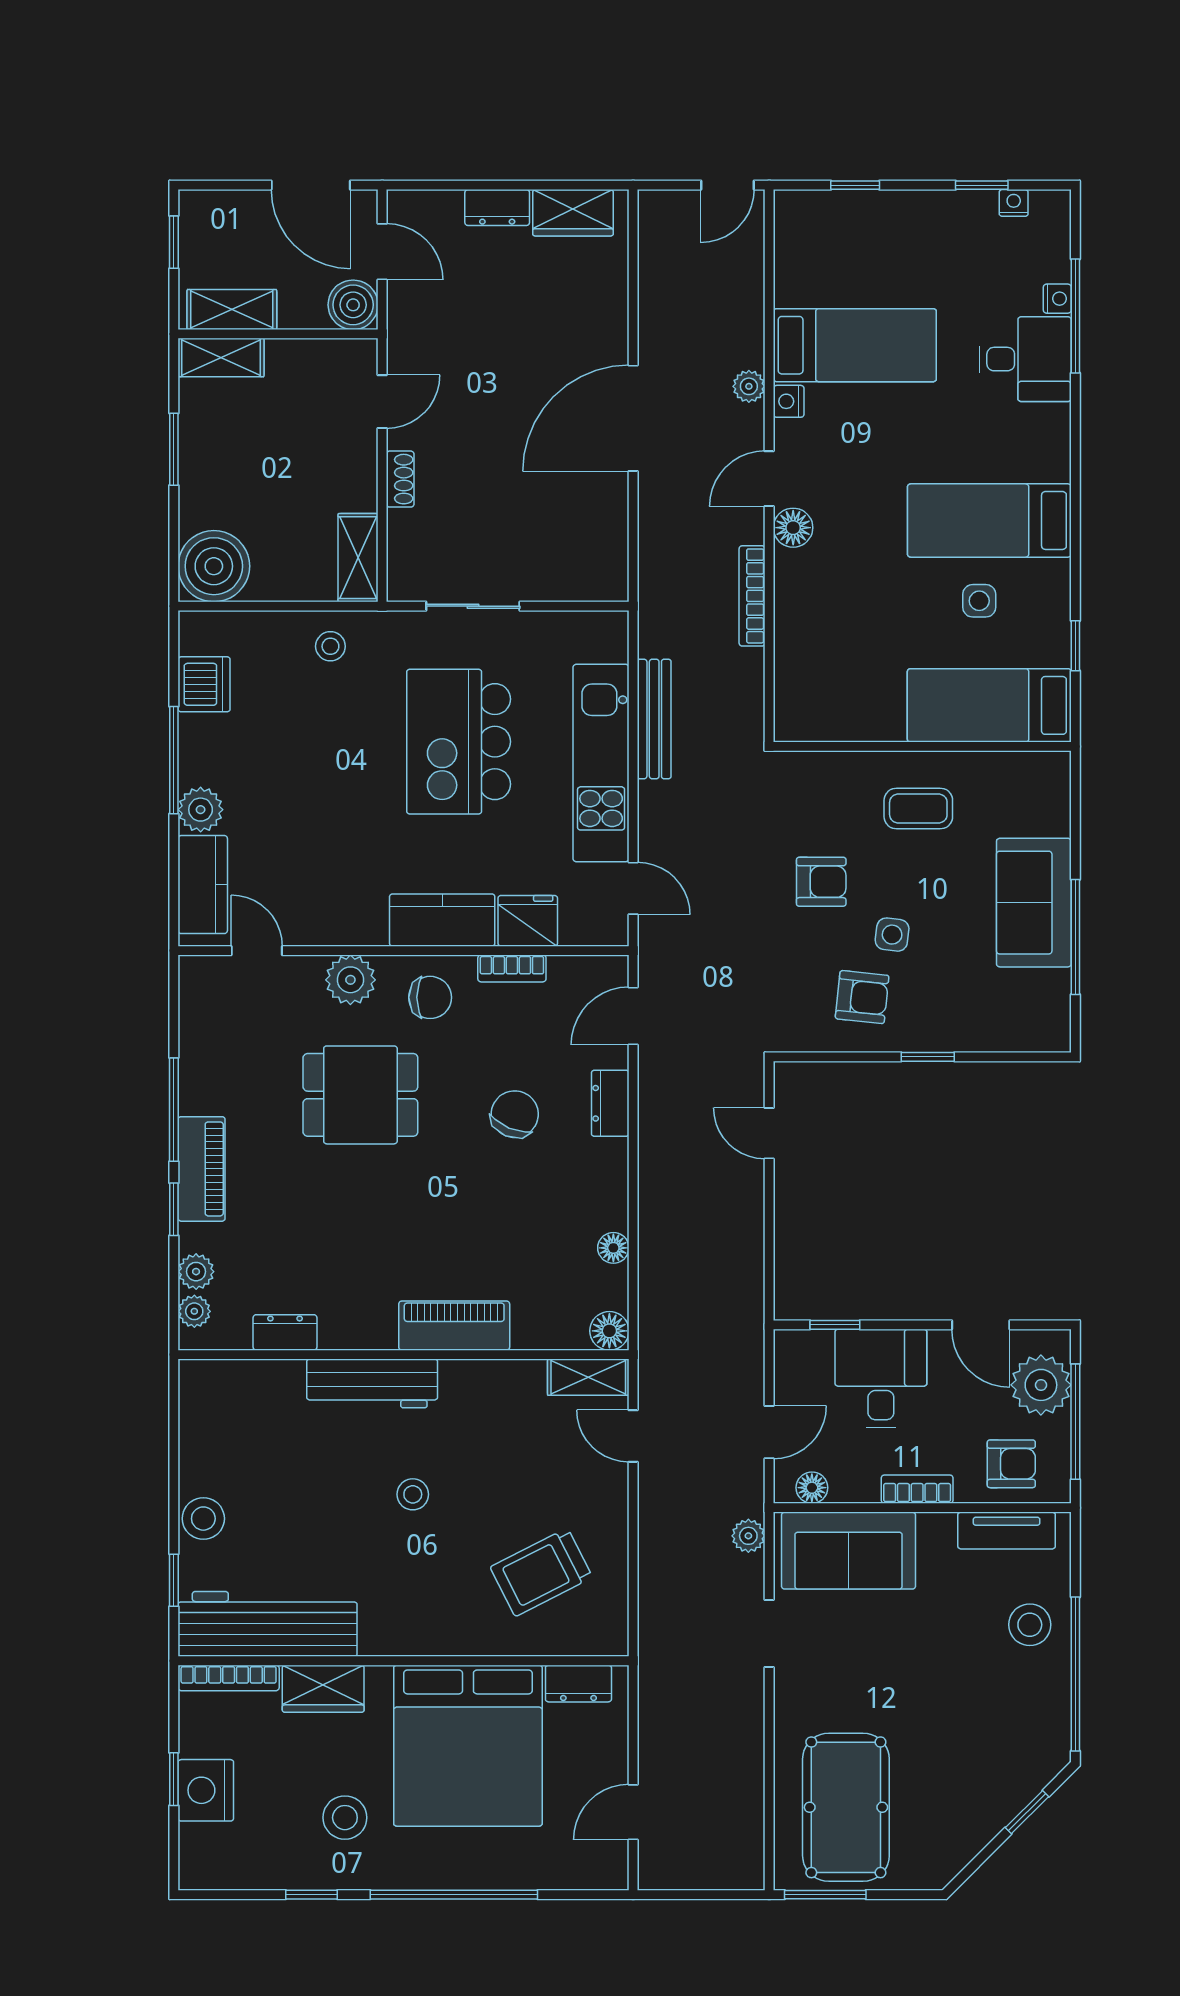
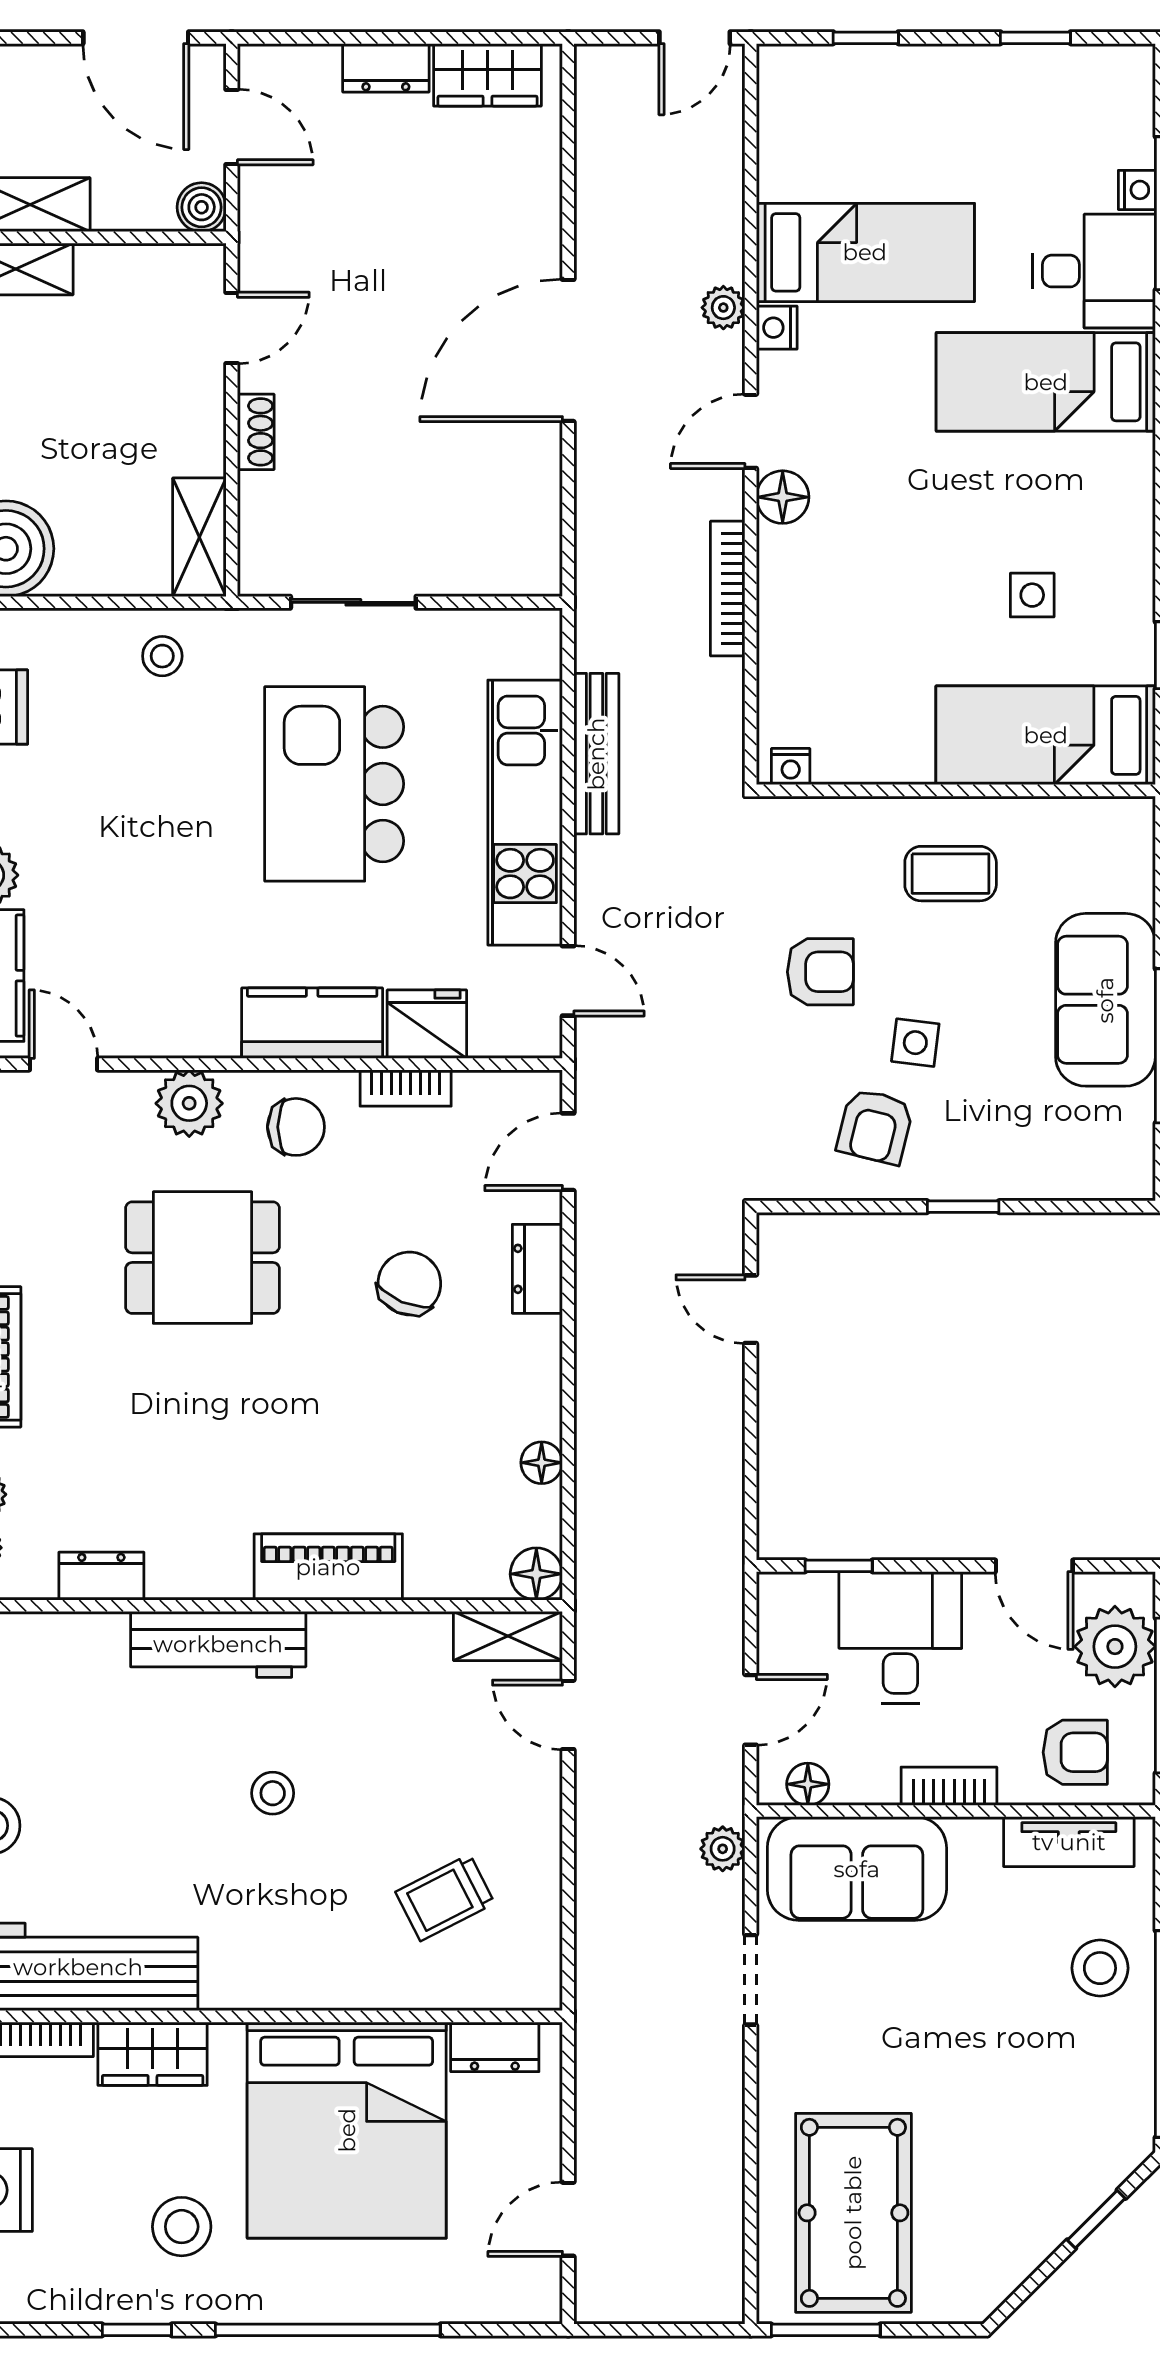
nightstand: (1014, 203) -> (791, 767), moved, turned 180
boiler: (353, 305) -> (202, 207), width x0.73, depth x0.73
bed: (989, 520) -> (1046, 382), moved
armchair: (862, 997) -> (875, 1126), turned 98
trolley: (541, 1572) -> (445, 1898), width x0.73, depth x0.72

